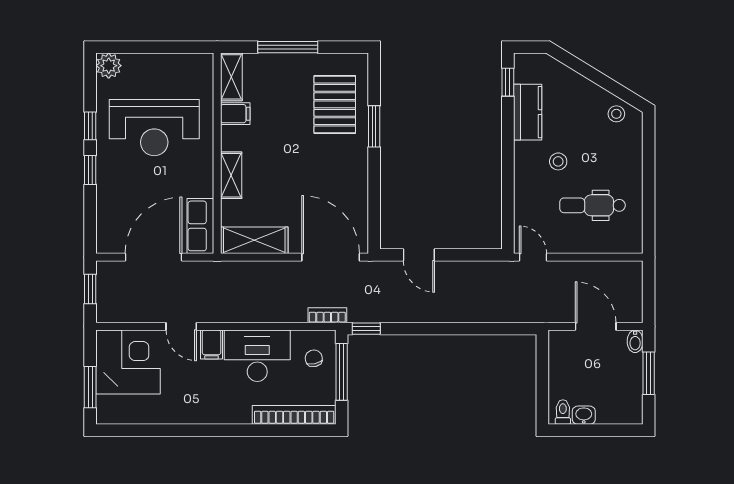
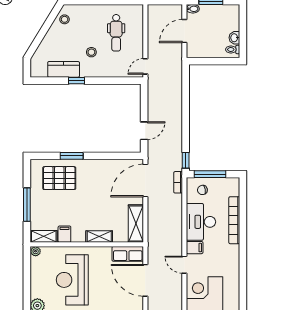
plant: (205, 62) -> (36, 251), added
window: (508, 82) -> (76, 81), moved
reception desk: (154, 128) -> (72, 280), turned 180
door: (181, 326) -> (184, 265), swing flipped
bookcase: (294, 415) -> (234, 220), moved

